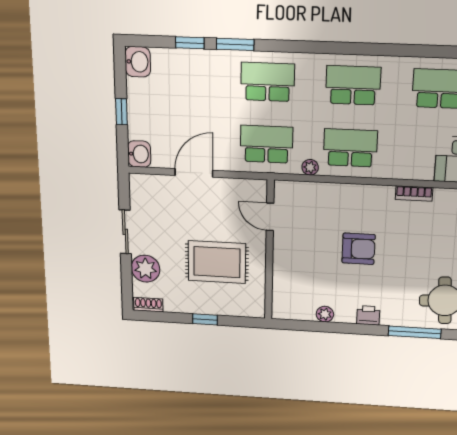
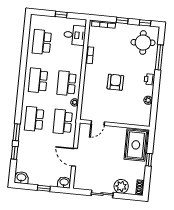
rug: (217, 262) -> (136, 145), moved

